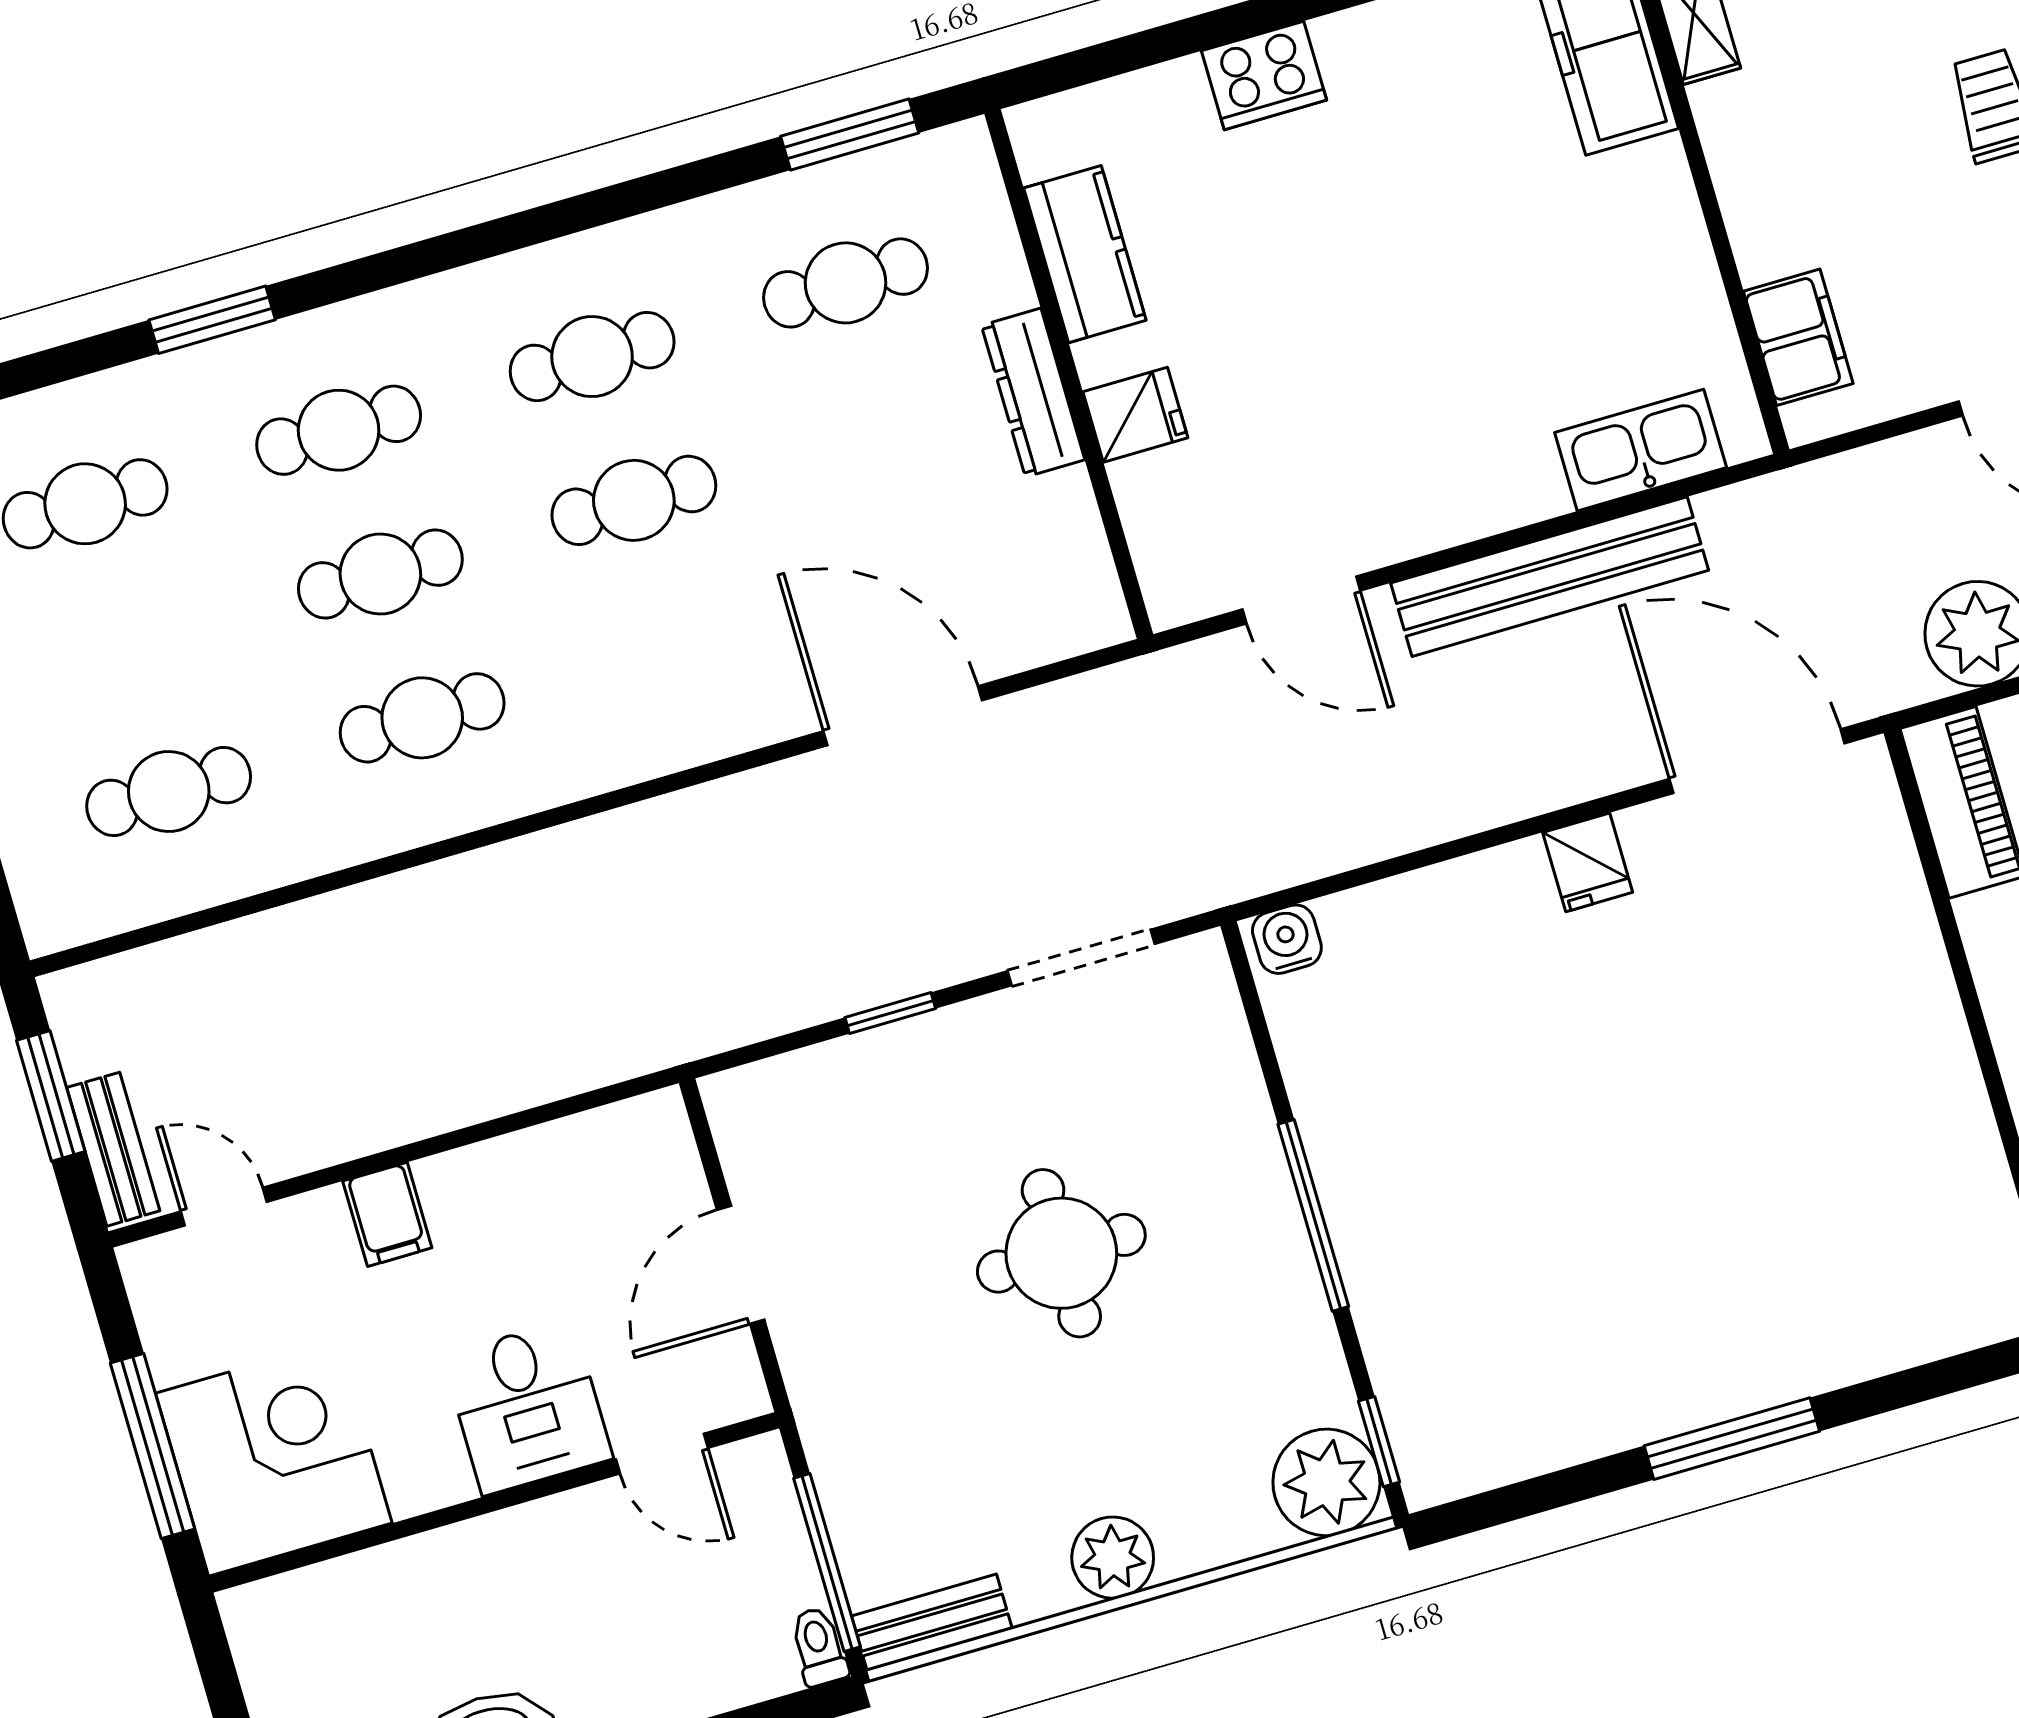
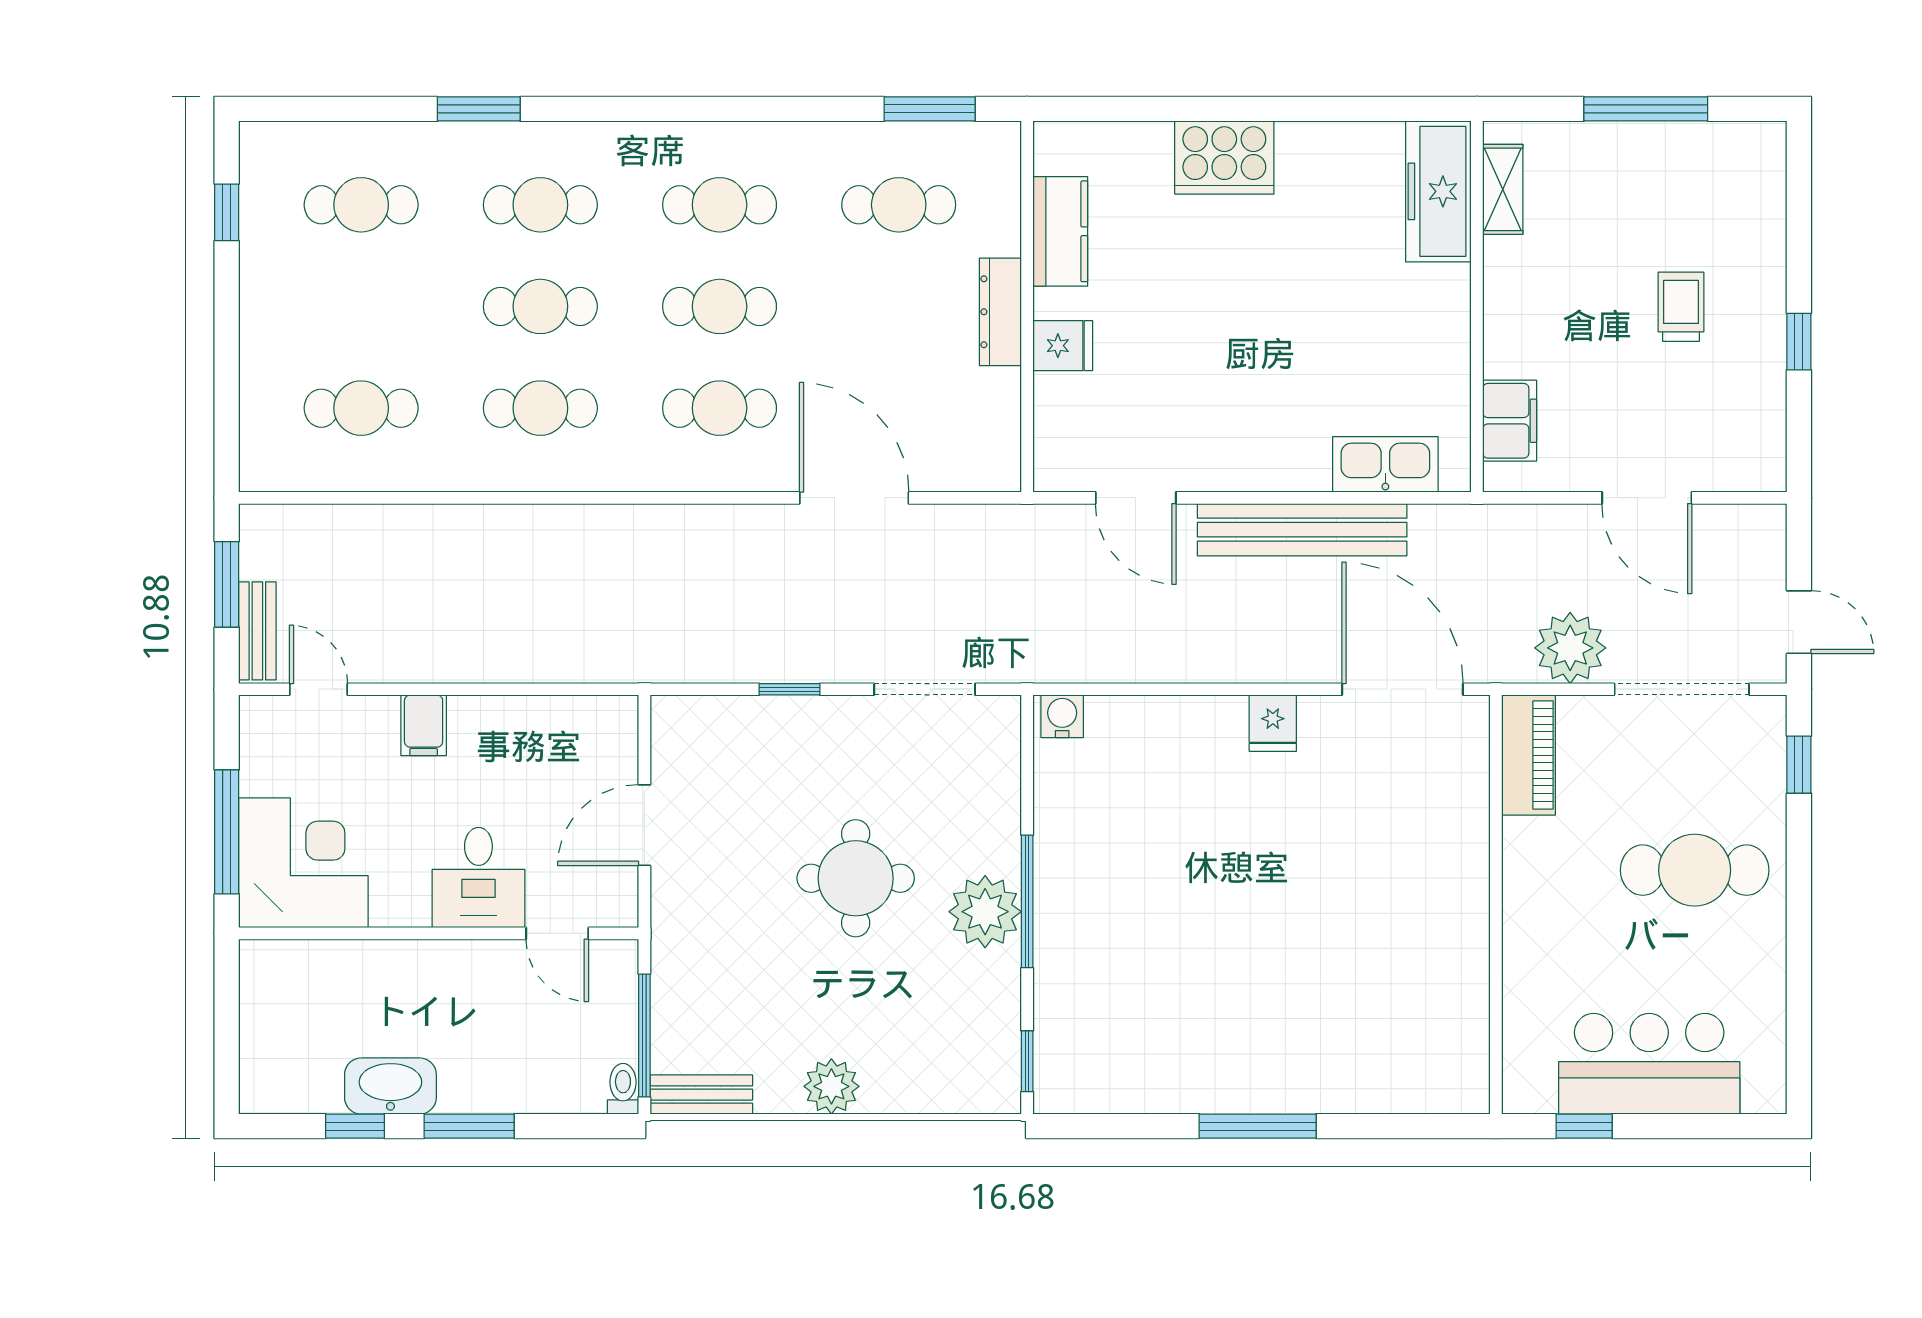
cooker: (1264, 75) -> (1224, 157), width x1.37, depth x1.31
cafe table: (676, 644) -> (720, 408), added
plant: (1326, 1482) -> (985, 912), moved

